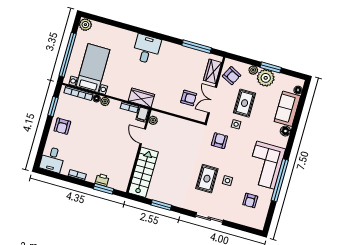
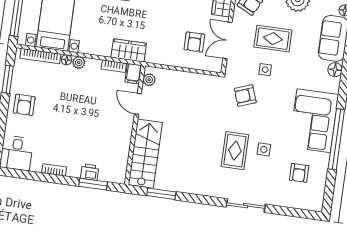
armchair: (189, 98) -> (194, 42), turned 90
rug: (245, 103) -> (273, 39), turned 90
armchair: (219, 141) -> (245, 96), turned -110
window: (161, 205) -> (161, 194), moved

